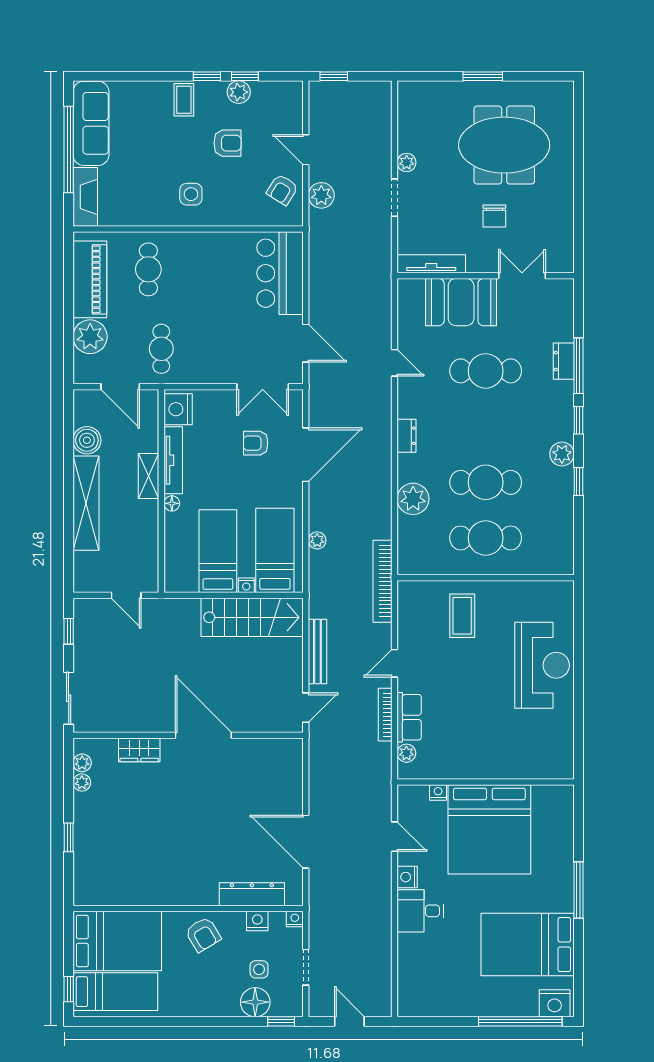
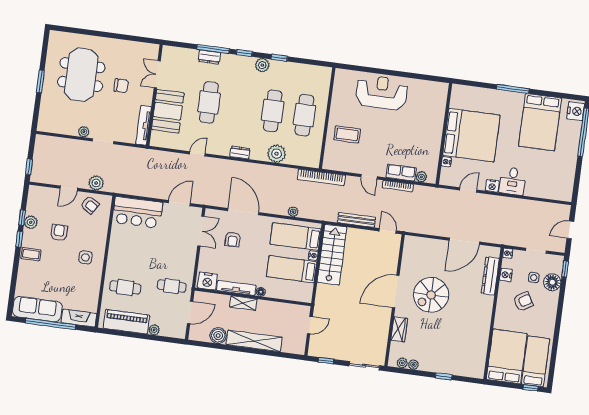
plant: (90, 337) -> (154, 330), width x0.53, depth x0.53
spiral stairs: (206, 797) -> (431, 295), added
armchair: (203, 934) -> (523, 301), moved

